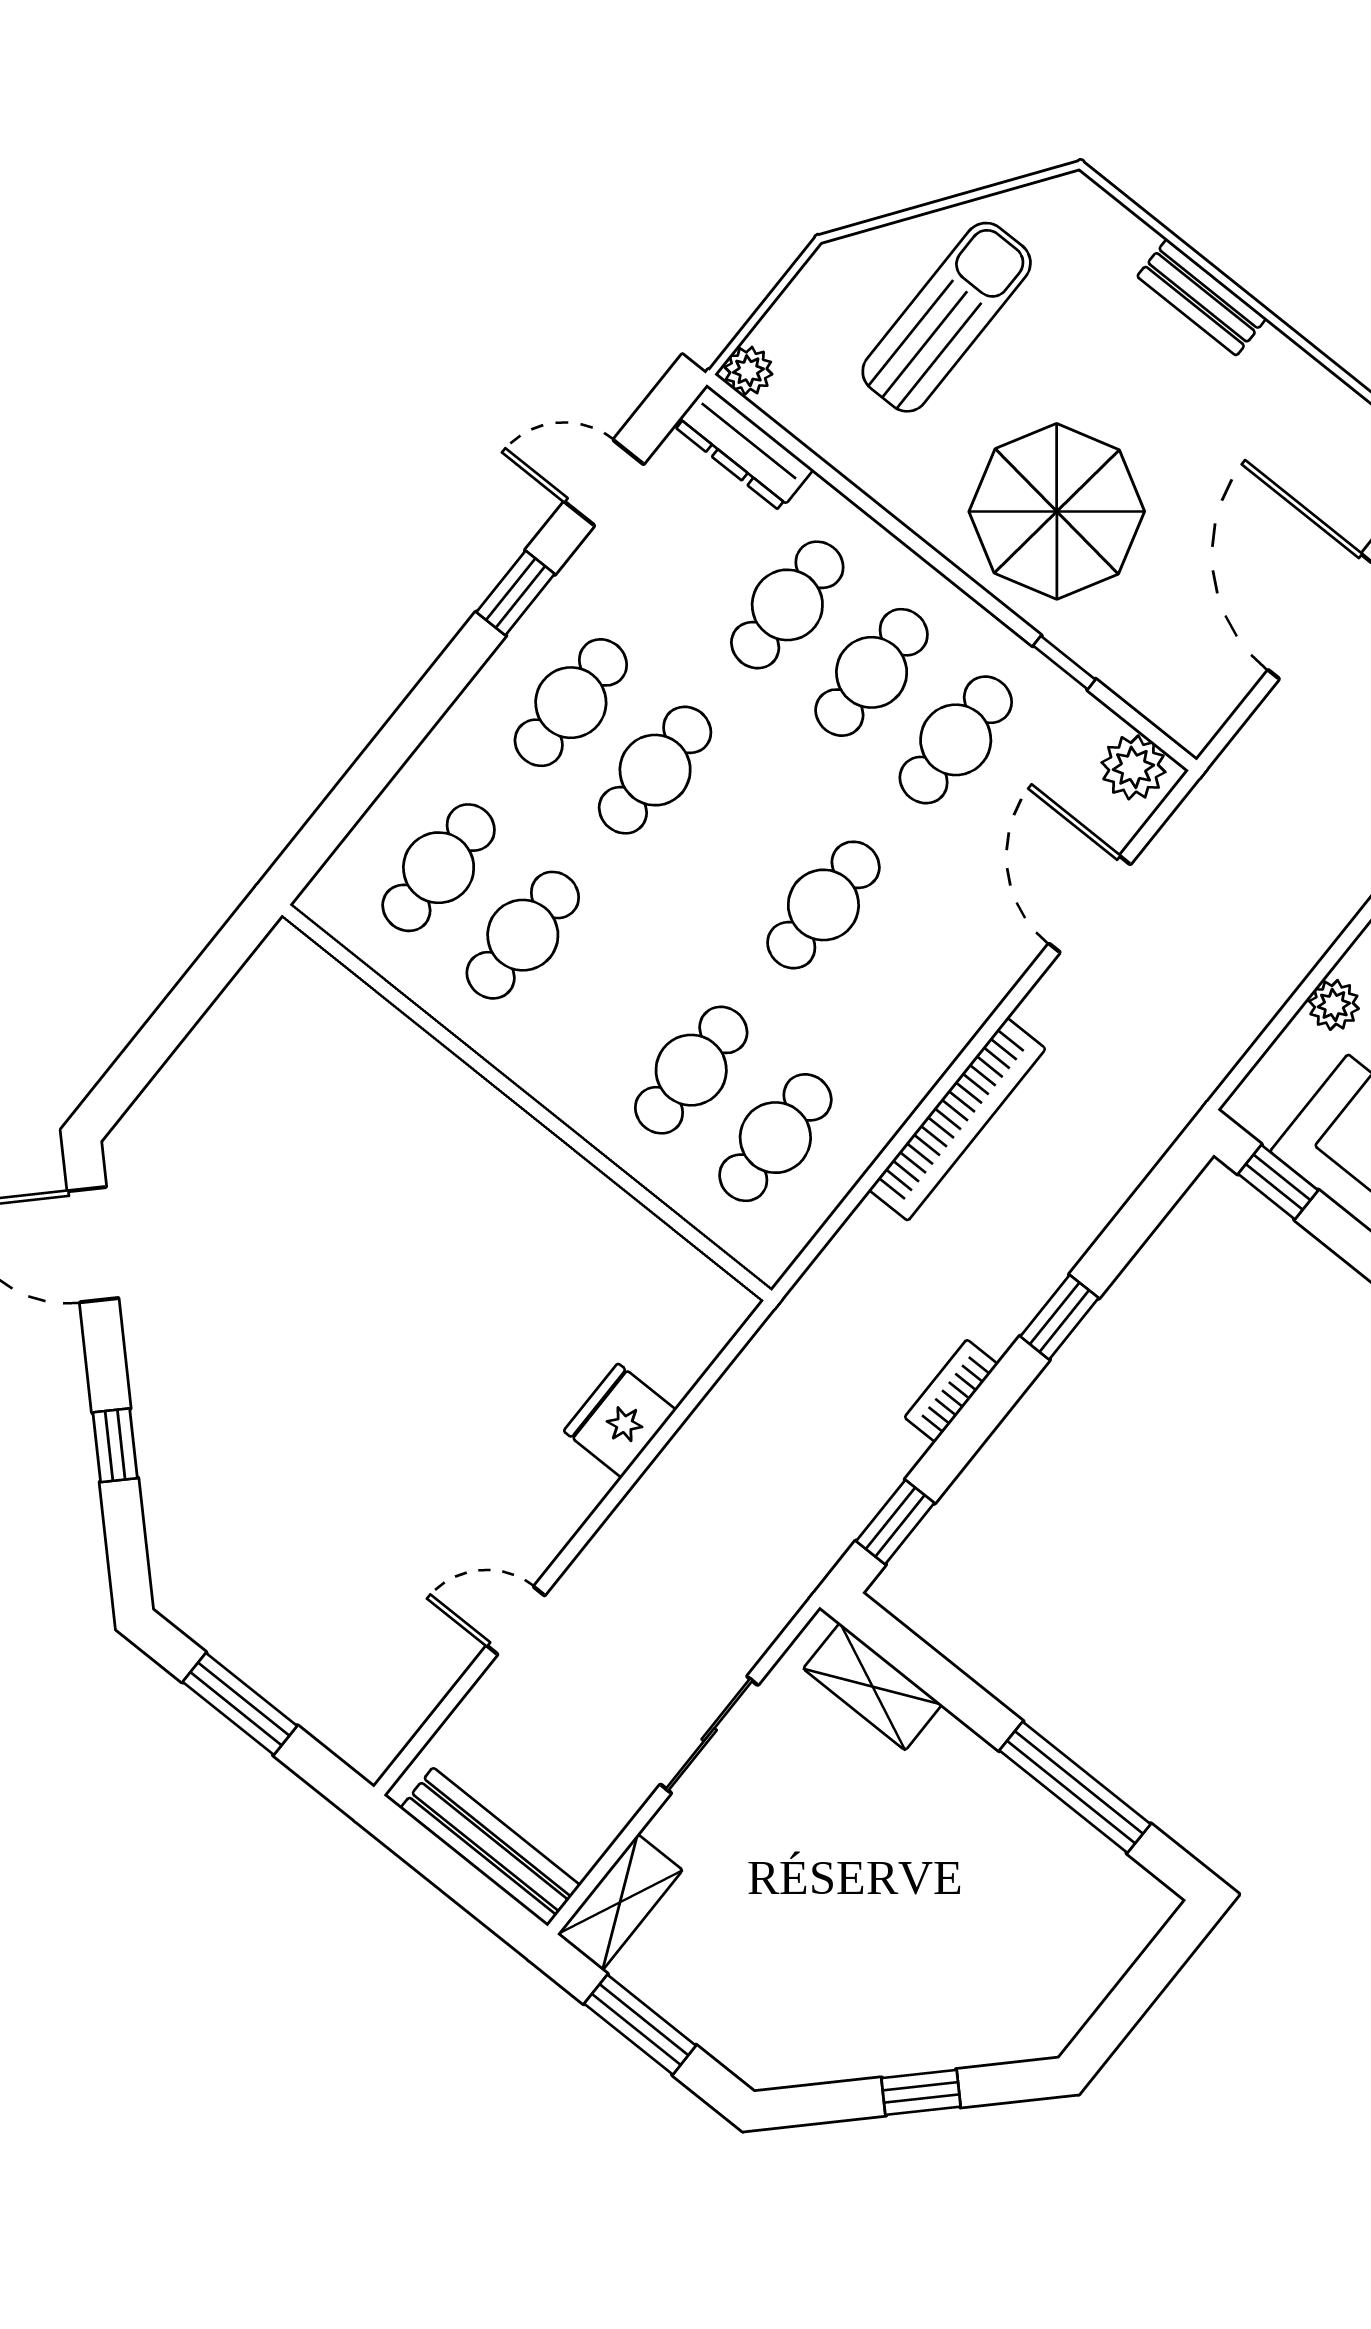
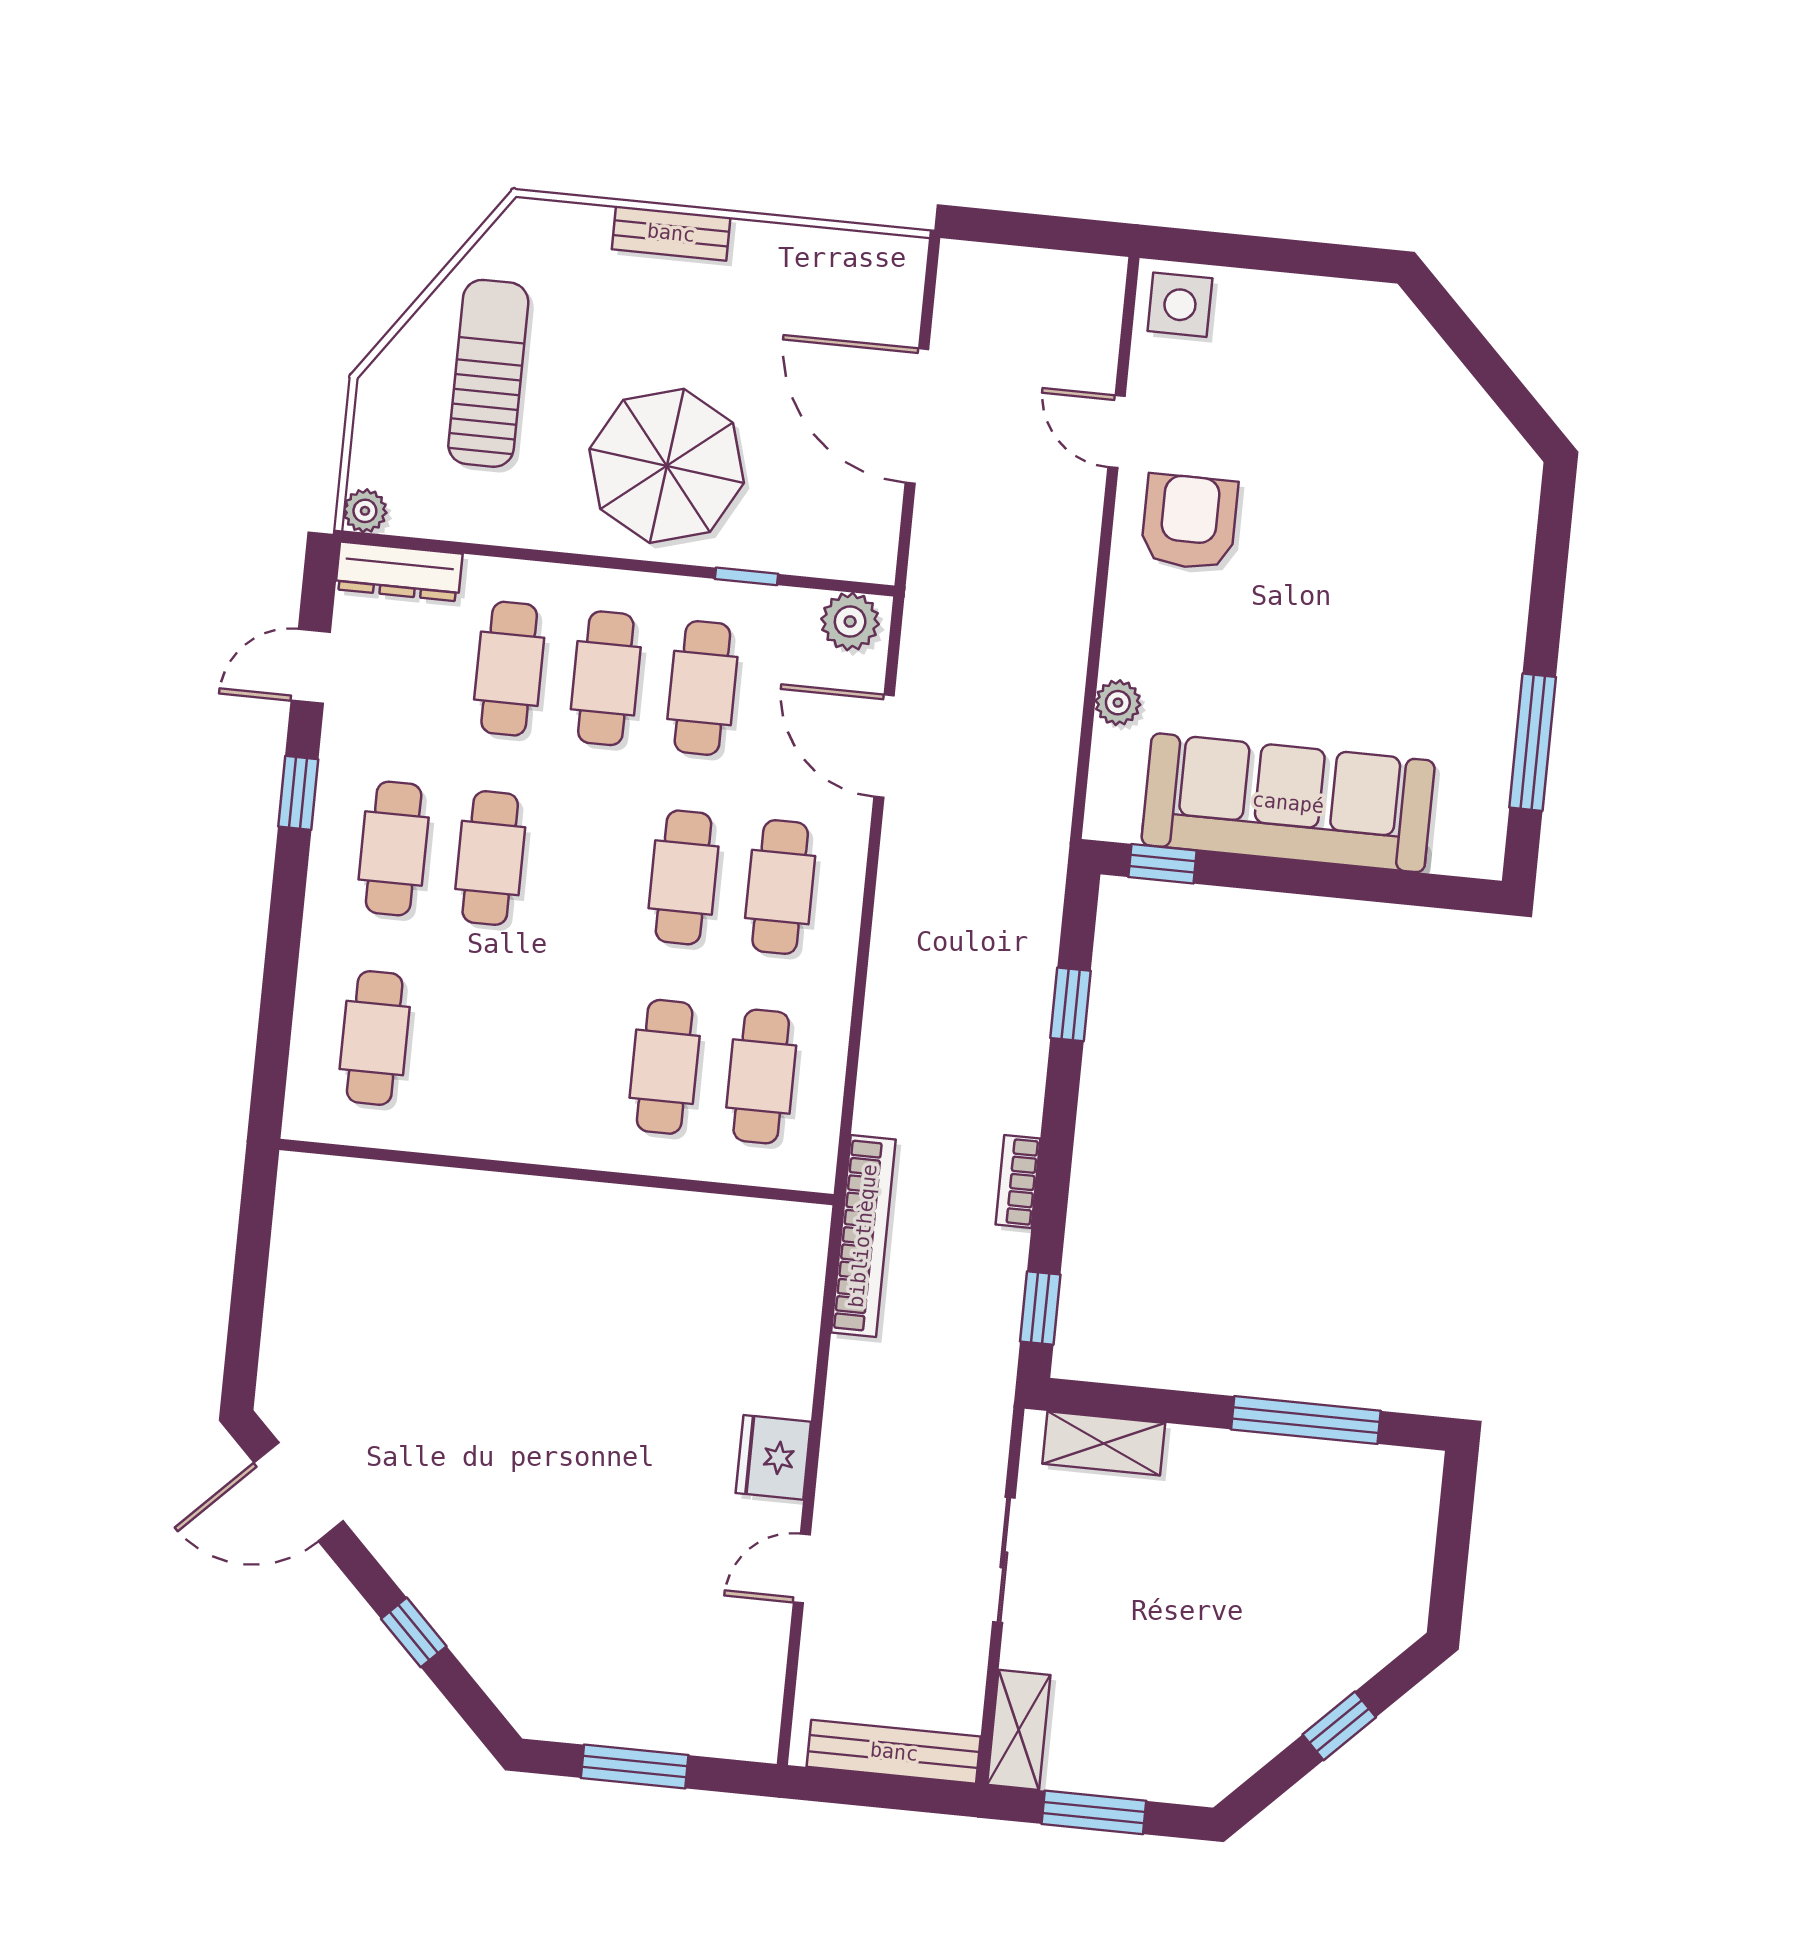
cafe table: (523, 935) -> (780, 887), moved
bookcase: (957, 1119) -> (863, 1236), moved
window: (1059, 1317) -> (1071, 1004), moved
fridge: (620, 1420) -> (773, 1457), moved

